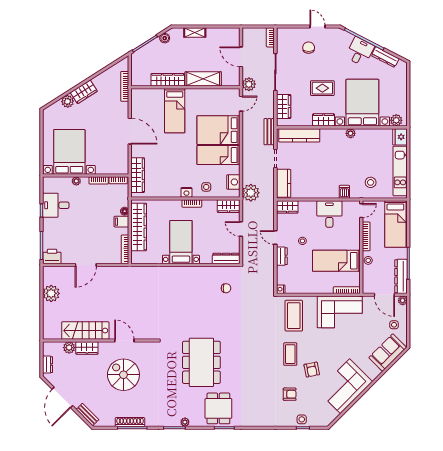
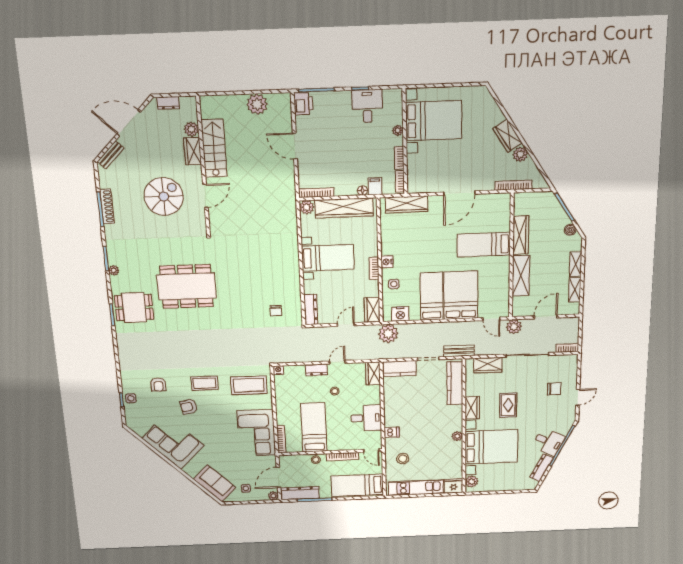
shelving: (218, 33) -> (575, 290), added
plant: (68, 101) -> (520, 154), moved
filing cabinet: (121, 222) -> (375, 186), moved
plant: (137, 258) -> (307, 207), added

